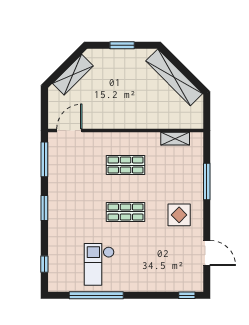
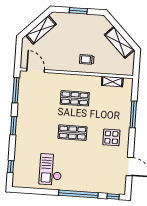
shelving: (174, 77) -> (119, 42), width x0.68
trolley: (138, 111) -> (87, 59), added
door: (69, 131) -> (36, 70), hinge flipped
window: (96, 295) -> (78, 194), moved

